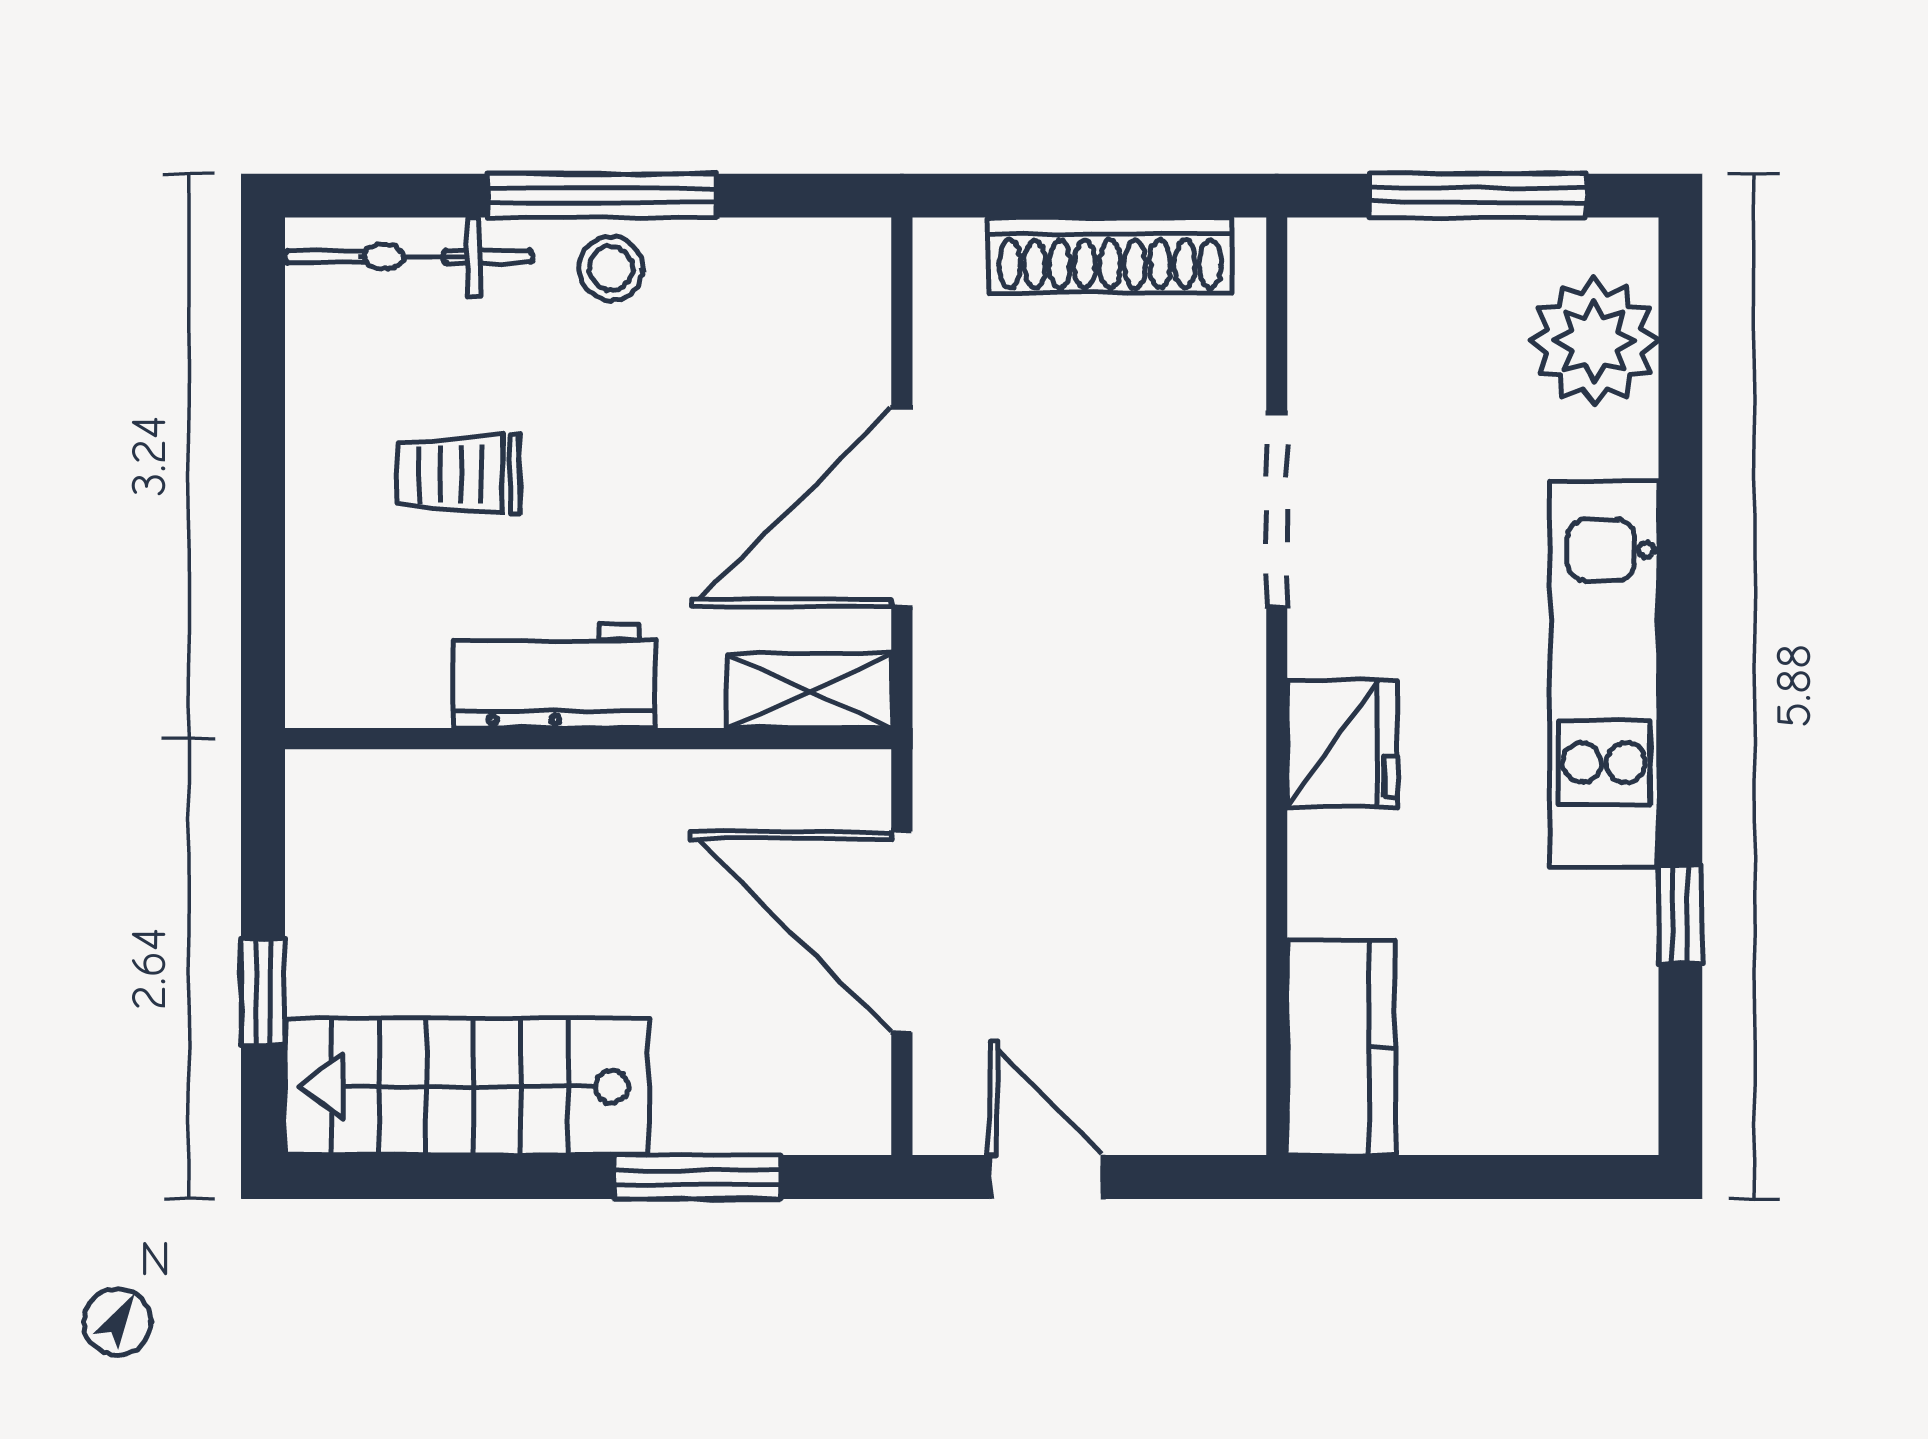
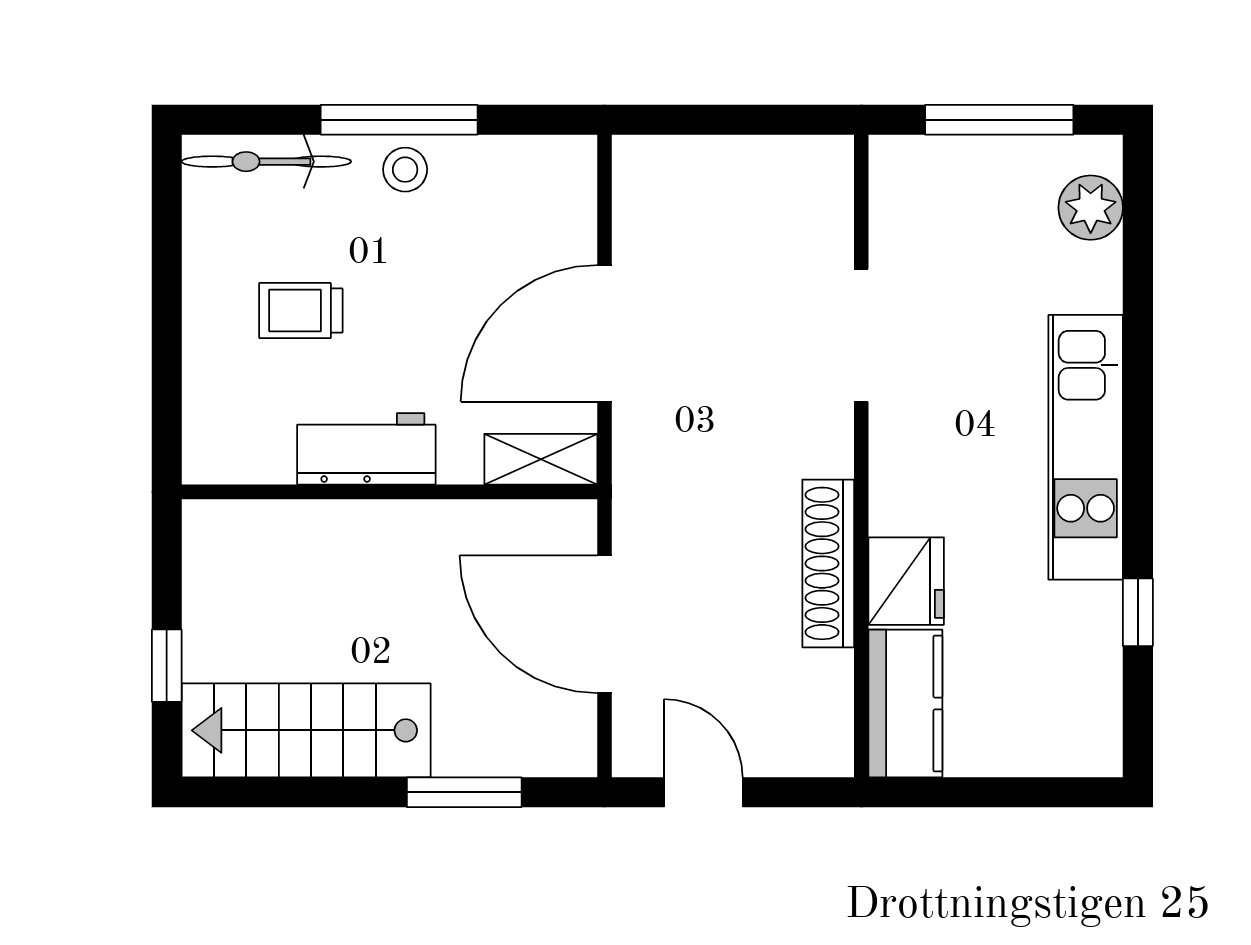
shoe rack: (1110, 255) -> (828, 563), moved, turned 90
plant: (1594, 341) -> (1091, 208), width x0.73, depth x0.73
fridge: (1342, 744) -> (906, 581), moved

